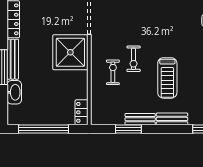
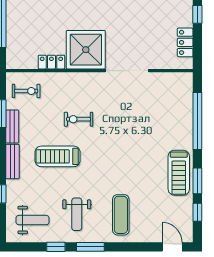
exercise bike: (113, 72) -> (26, 91), moved
locker: (82, 112) -> (51, 62), moved

